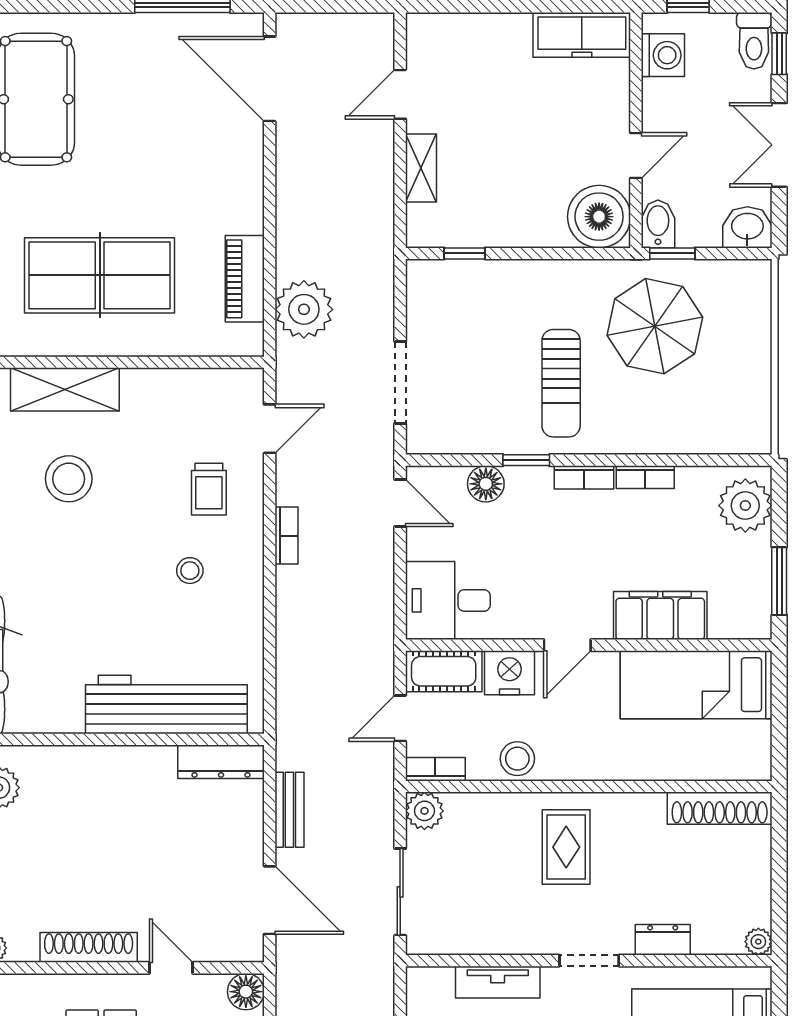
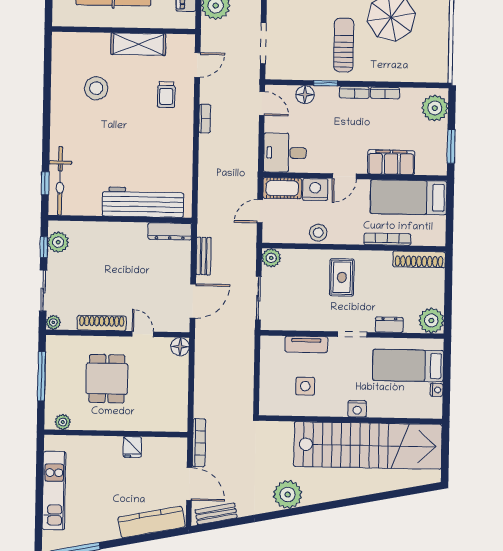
sun lounger: (561, 383) -> (344, 45), turned 180
shelving: (65, 389) -> (138, 44), moved
stool: (190, 571) -> (156, 135), removed
bookcase: (435, 769) -> (387, 239), moved, width x1.56
door: (270, 900) -> (193, 301), hinge flipped
plant: (758, 942) -> (431, 321), width x1.87, depth x1.87

